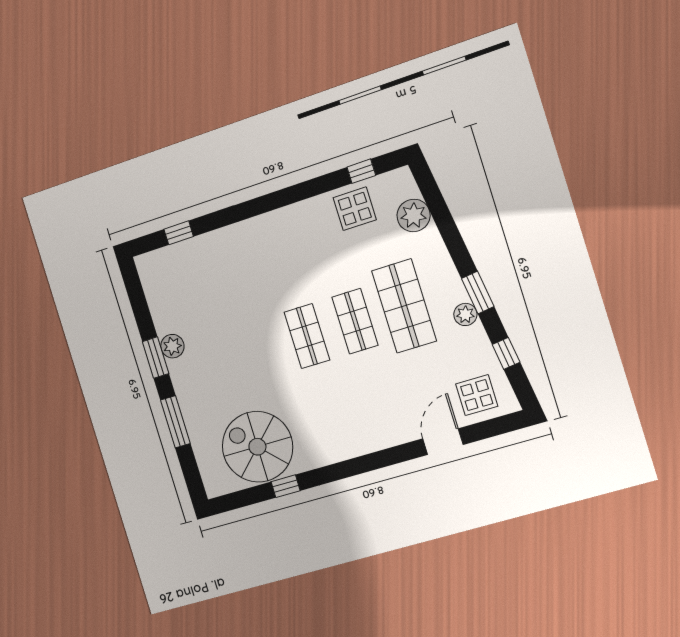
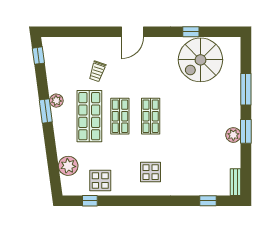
bench: (147, 275) -> (236, 182), added
window: (506, 353) -> (38, 56), moved
trolley: (413, 381) -> (97, 71), added
display table: (477, 395) -> (151, 172), moved
door: (443, 442) -> (132, 32), moved
spiral stairs: (257, 447) -> (200, 60), turned 90

